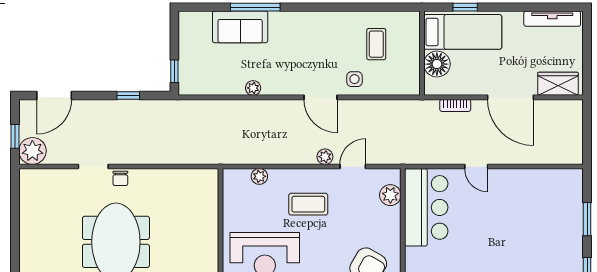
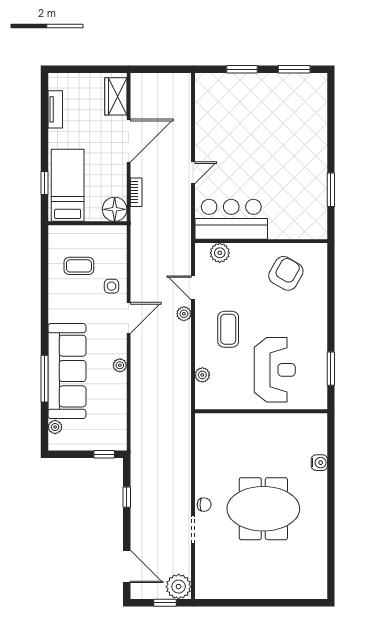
plant: (204, 18) -> (55, 427), added
tv unit: (552, 19) -> (55, 109), width x0.71
sofa: (240, 27) -> (67, 371), width x1.85, depth x1.27
floor lamp: (437, 64) -> (115, 209), moved
plant: (253, 88) -> (120, 365), moved

